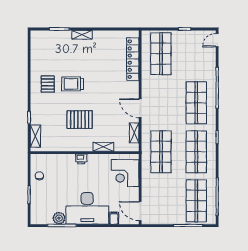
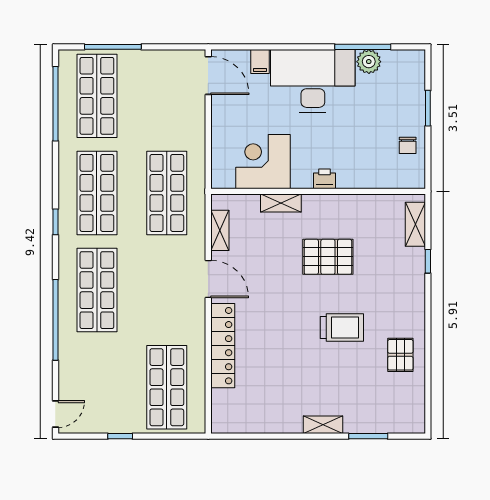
locker: (133, 59) -> (223, 346), moved
pallet: (48, 84) -> (400, 355), moved
corner desk: (125, 173) -> (263, 162), moved, turned -90

